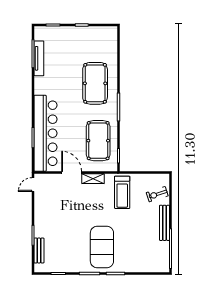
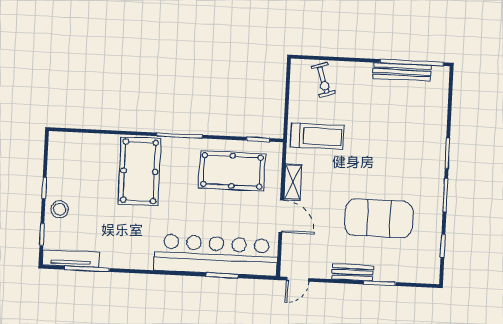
stool: (69, 35) -> (60, 209), added
tv unit: (39, 58) -> (71, 259), moved
pool table: (95, 83) -> (139, 171), turned 90
door: (72, 172) -> (281, 216), swing flipped
door: (33, 185) -> (298, 279), hinge flipped
bench: (165, 223) -> (402, 72), moved
exercise mat: (102, 247) -> (379, 218), moved
bench: (39, 251) -> (353, 272), moved

